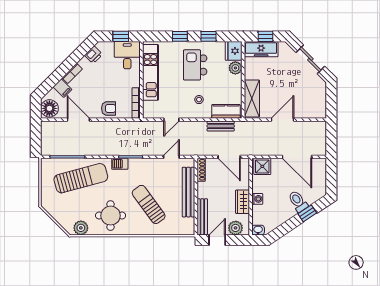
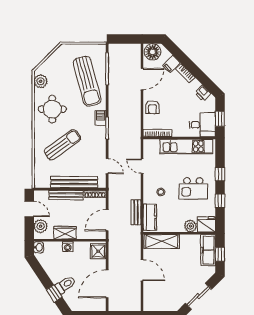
kitchen island: (195, 65) -> (193, 188), turned 180
bench: (202, 217) -> (66, 195), moved

